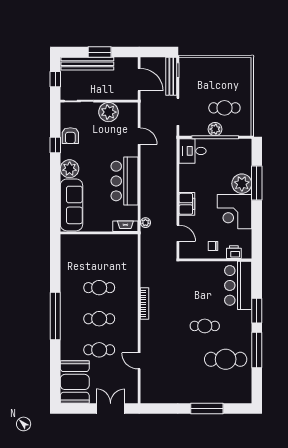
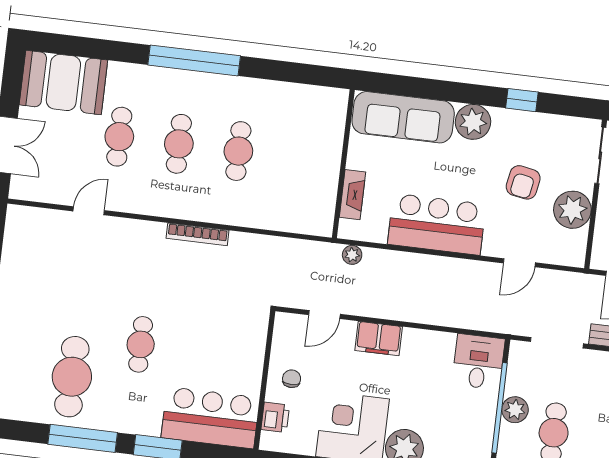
armchair: (70, 136) -> (523, 182), moved, turned -80
fireplace: (125, 226) -> (353, 195), moved

